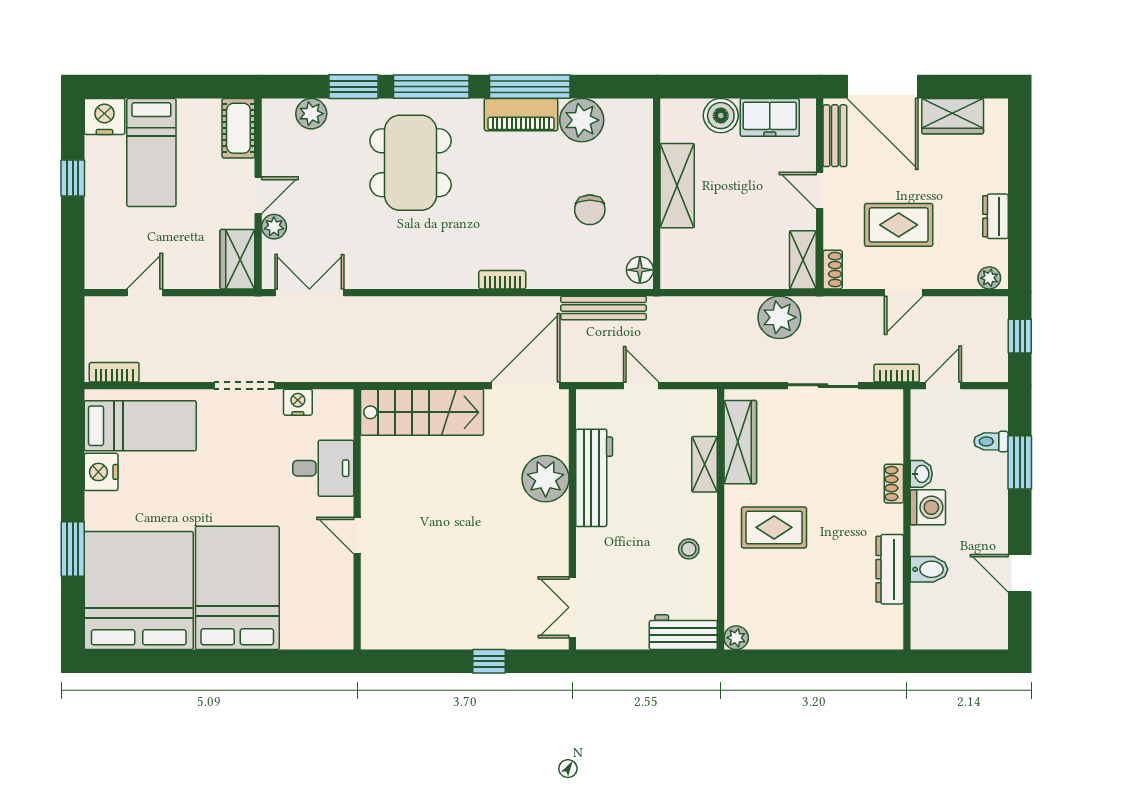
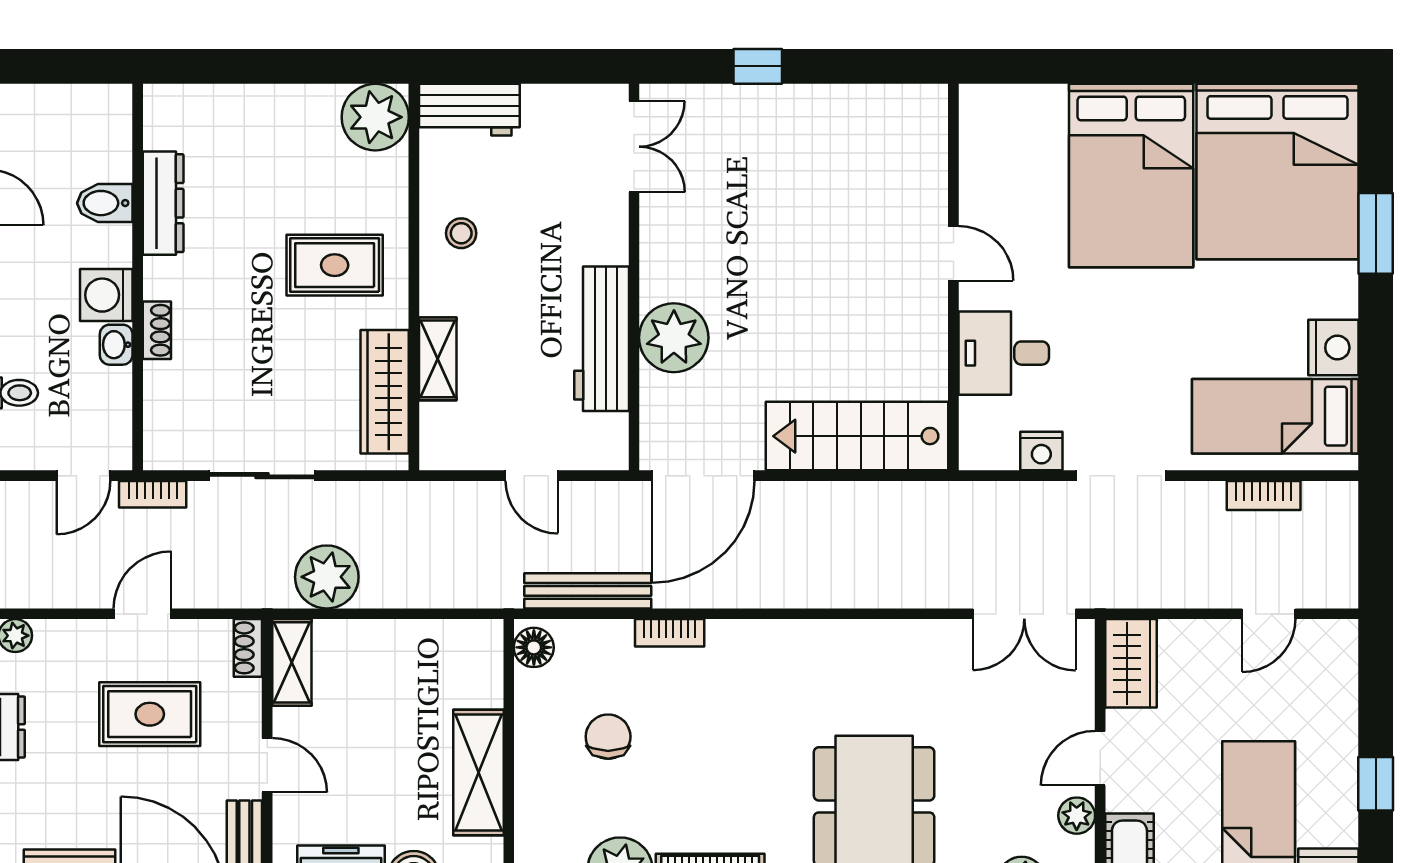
plant: (274, 227) -> (1077, 816), moved
bookcase: (502, 280) -> (670, 633), moved
bookcase: (114, 372) -> (1264, 496), moved
plant: (736, 638) -> (375, 117), width x1.88, depth x1.88

